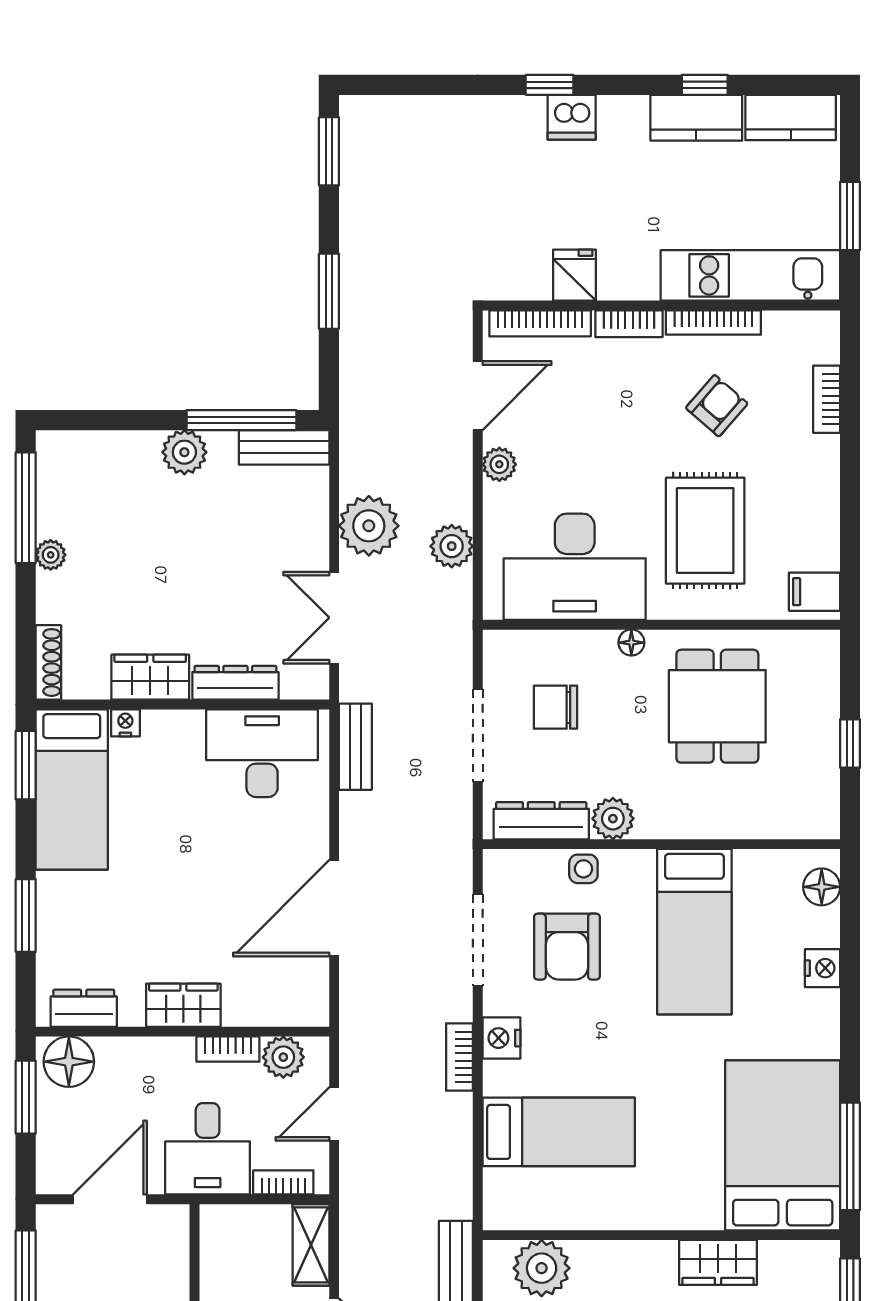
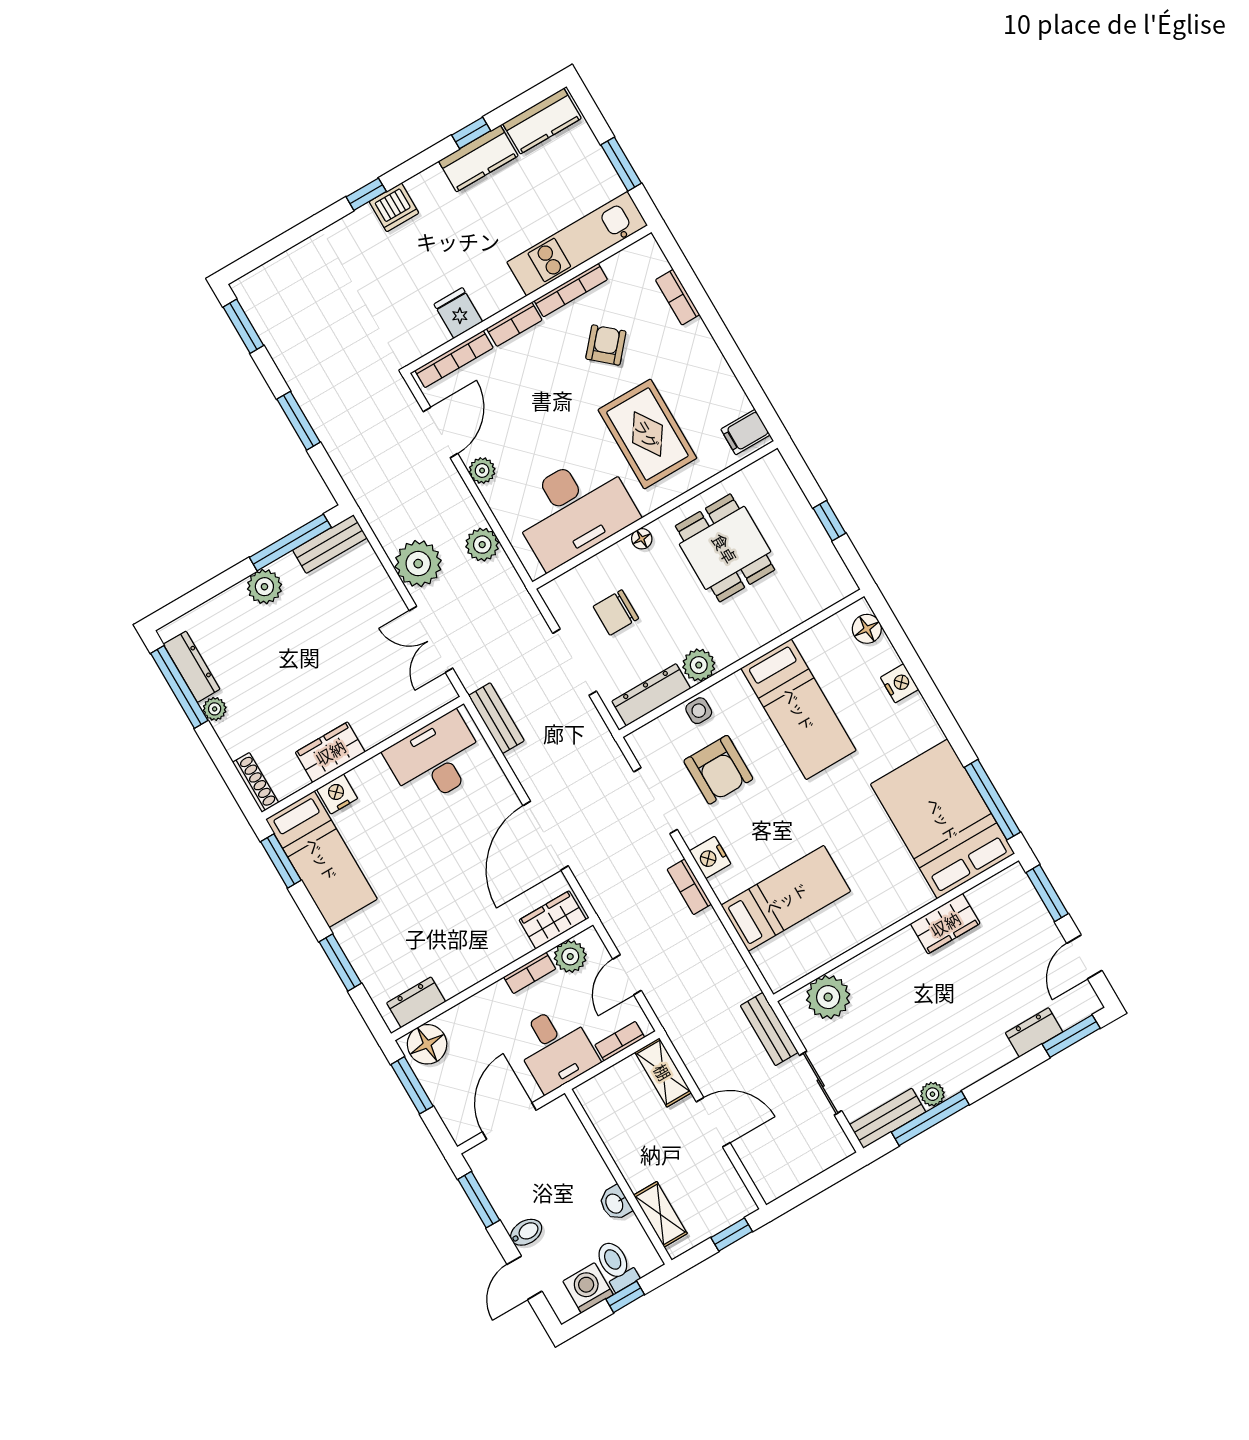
dresser: (235, 683) -> (192, 667), moved, turned 90
nightstand: (125, 723) -> (337, 794), width x1.39, depth x1.35
wardrobe: (183, 1005) -> (553, 920), moved

